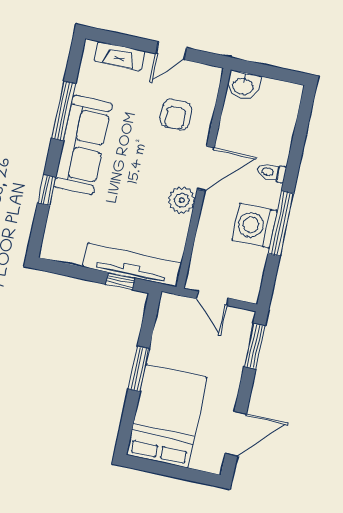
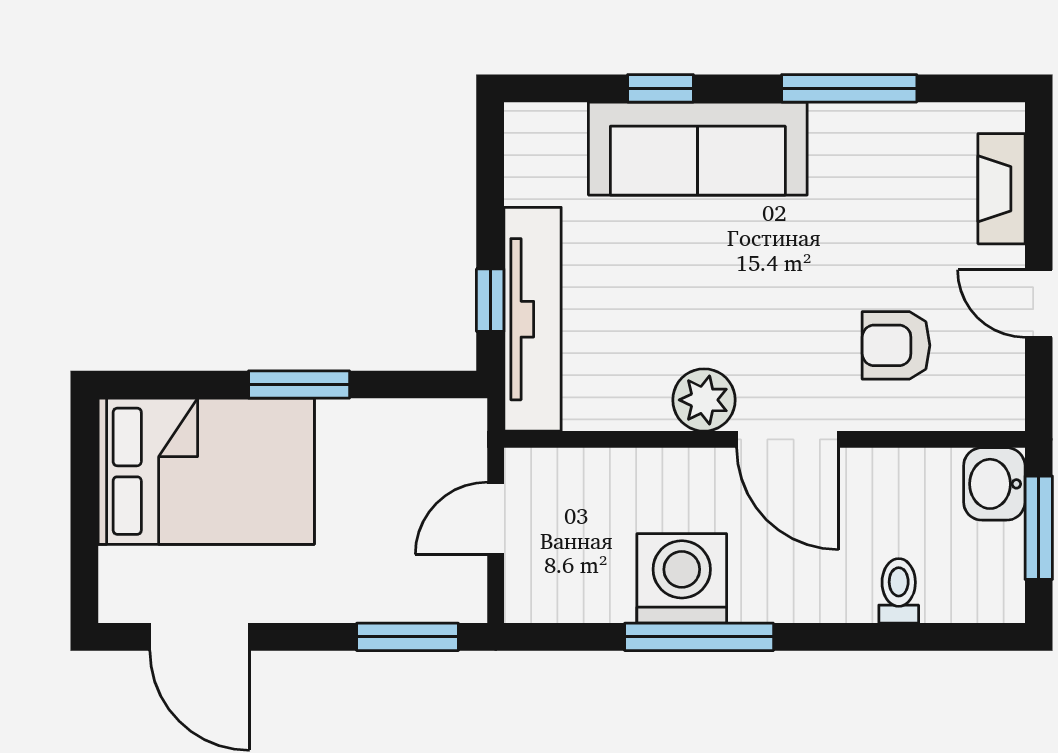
window: (266, 71) -> (1039, 528), added
sofa: (83, 145) -> (698, 149), moved
toilet: (272, 172) -> (899, 591), moved

